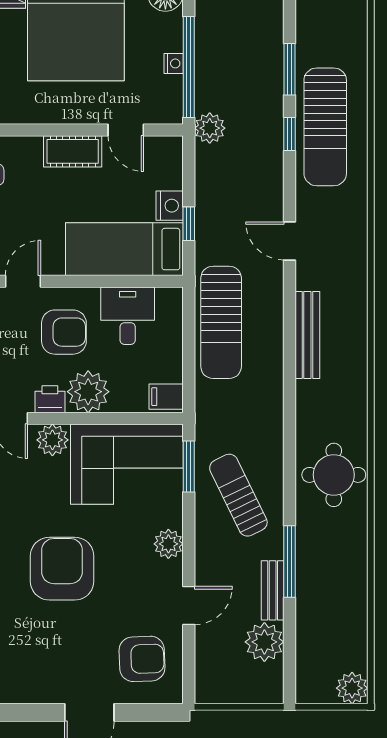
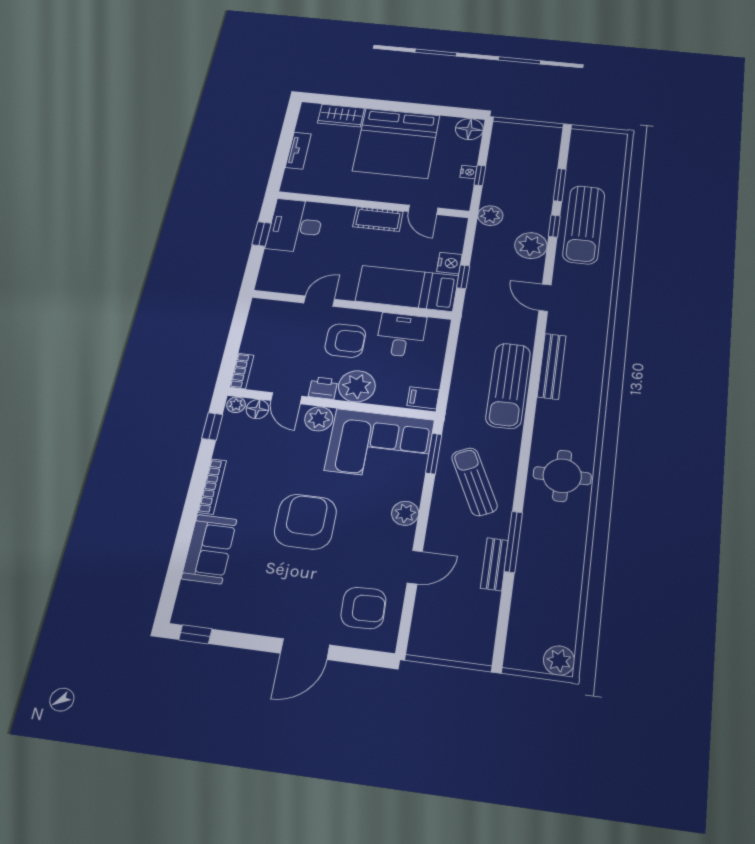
window: (189, 67) -> (480, 175), width x0.32
sun lounger: (221, 322) -> (508, 385), moved
plant: (264, 642) -> (531, 246), moved

